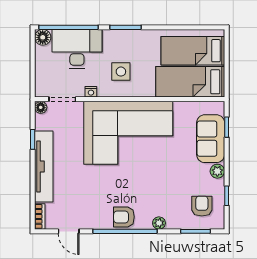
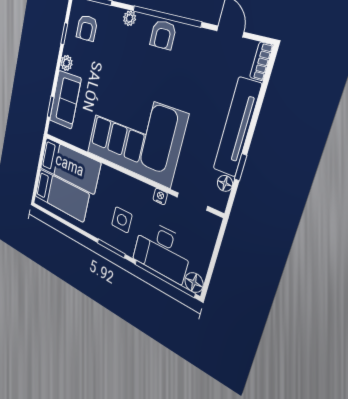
side table: (121, 72) -> (122, 220), moved
floor lamp: (41, 107) -> (225, 183), moved
armchair: (124, 217) -> (163, 35), turned 90

